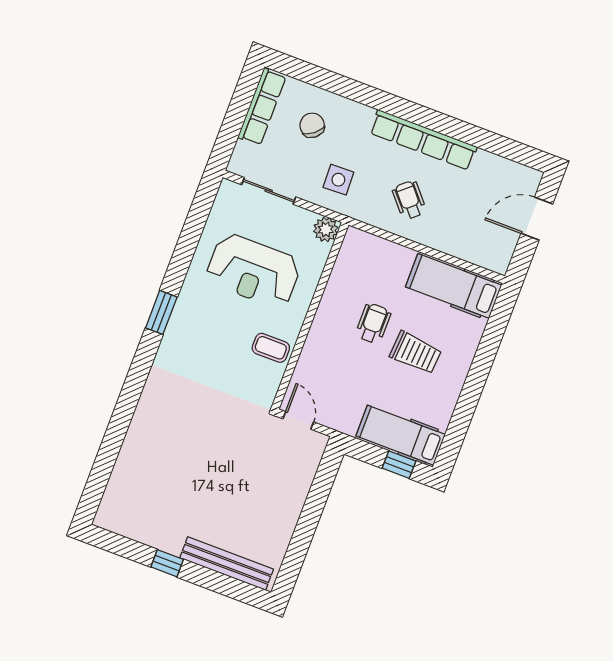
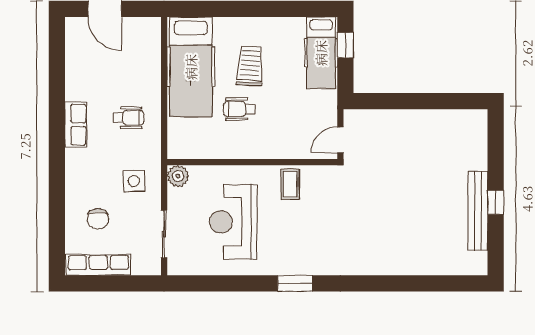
chair: (312, 125) -> (98, 219), turned -51
row of seats: (423, 140) -> (76, 125), width x0.50
wheelchair: (409, 200) -> (129, 118), turned -139
reception desk: (253, 271) -> (233, 222), turned 180
hospital bed: (454, 286) -> (191, 67), width x1.37, depth x1.29
bench: (227, 564) -> (478, 211), moved

